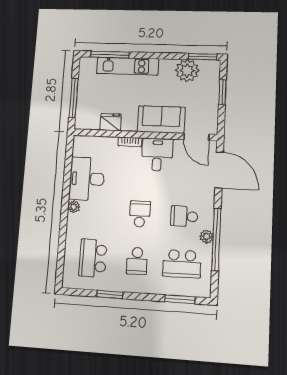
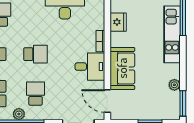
plant: (187, 70) -> (174, 85), width x0.53, depth x0.53
door: (196, 137) -> (107, 101), hinge flipped

